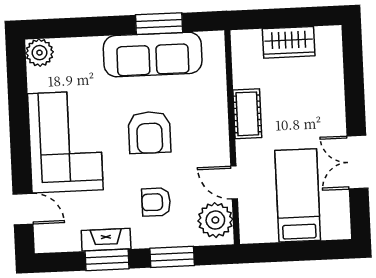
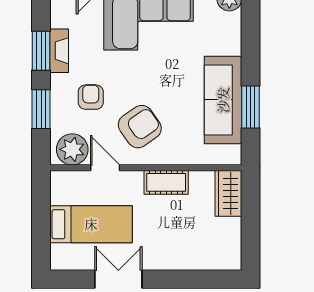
wardrobe: (289, 42) -> (228, 193), moved
armchair: (149, 132) -> (140, 127), moved, turned 145
door: (234, 183) -> (105, 168), hinge flipped

